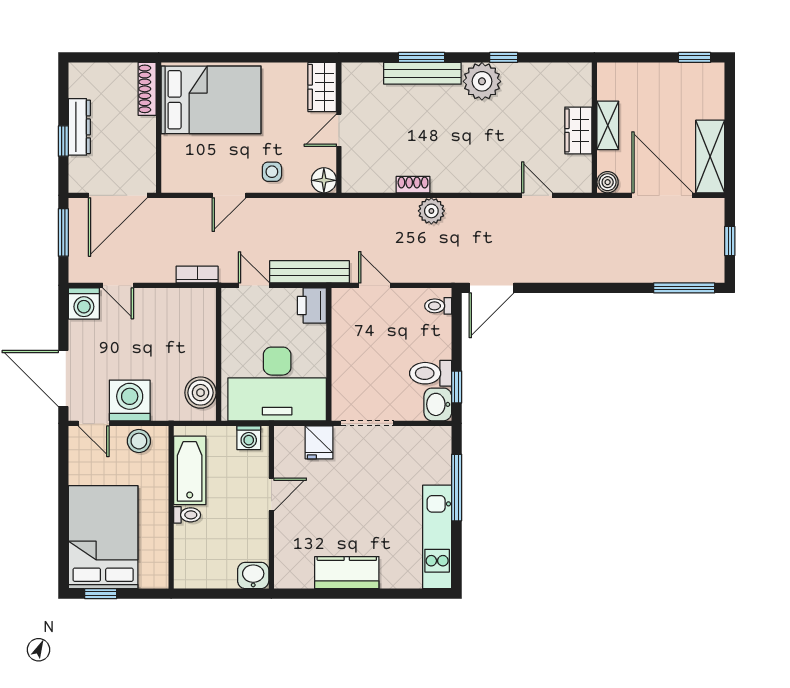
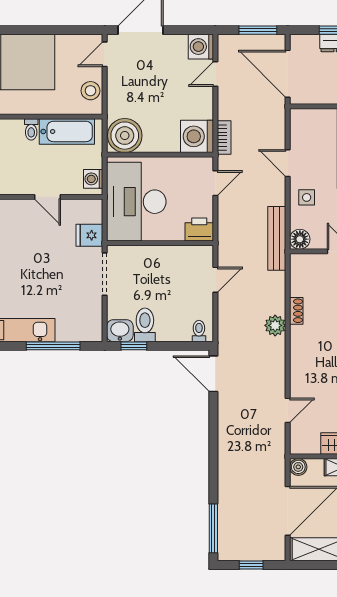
bench: (310, 272) -> (277, 238), moved
boiler: (200, 393) -> (125, 136), width x1.37, depth x1.37
washing machine: (130, 400) -> (197, 136), moved, turned 180

